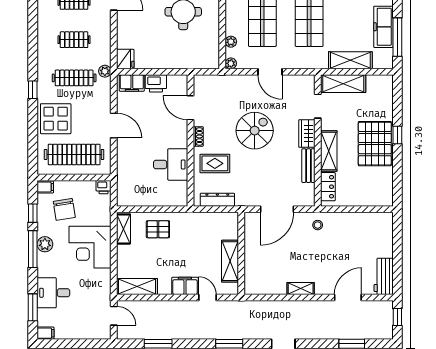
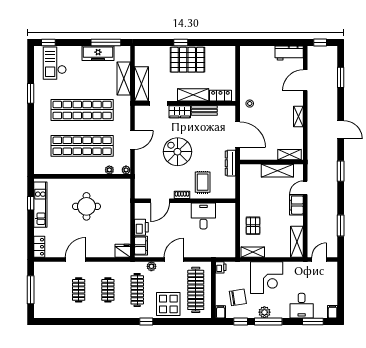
plant: (105, 71) -> (151, 266), moved
dresser: (217, 200) -> (230, 163), moved
shelving: (251, 277) -> (289, 155), added
door: (348, 298) -> (305, 80), hinge flipped

